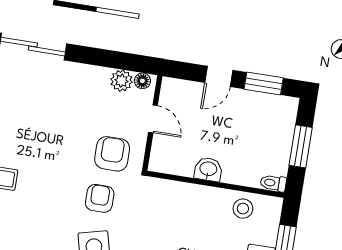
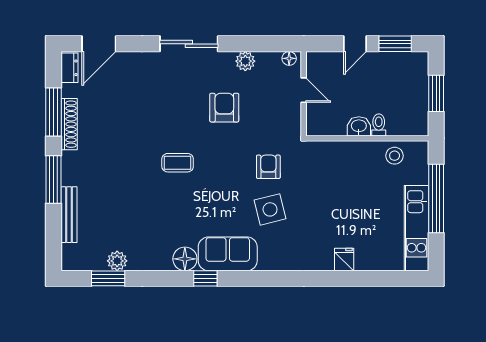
plant: (121, 81) -> (245, 61), moved
armchair: (112, 154) -> (224, 108), moved
toilet: (273, 183) -> (379, 125), moved, turned 90

